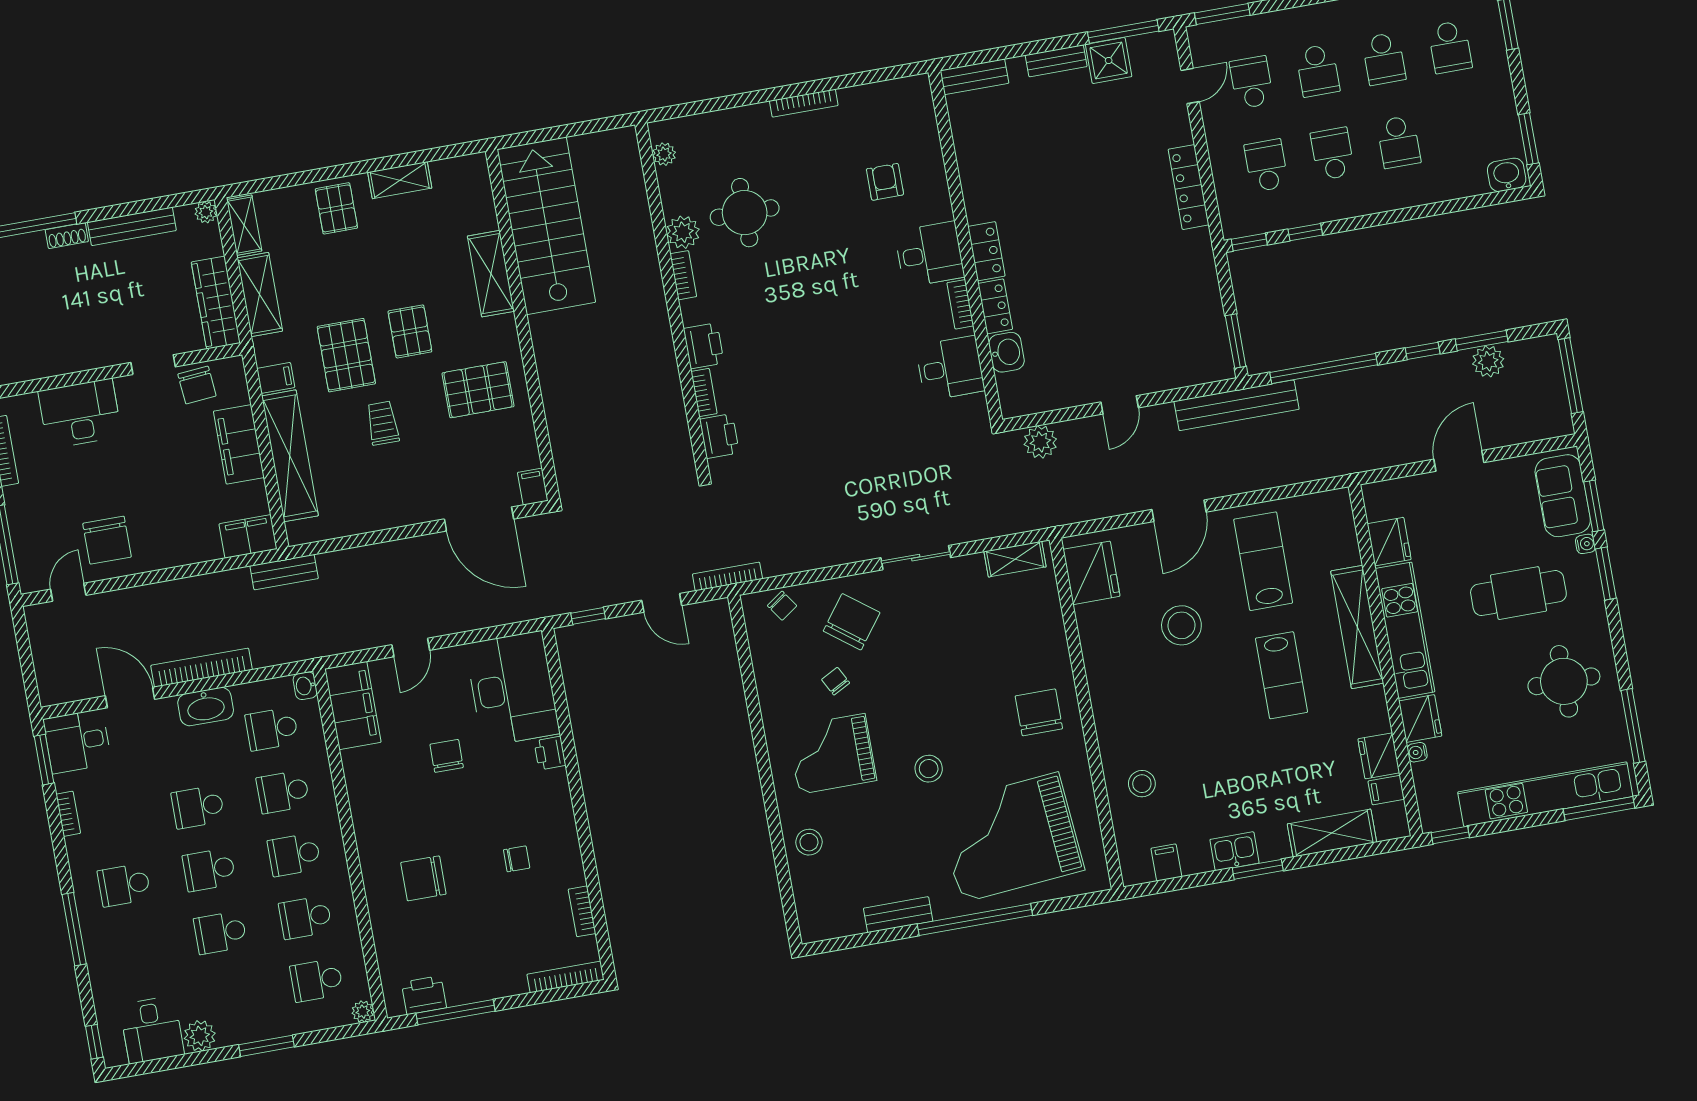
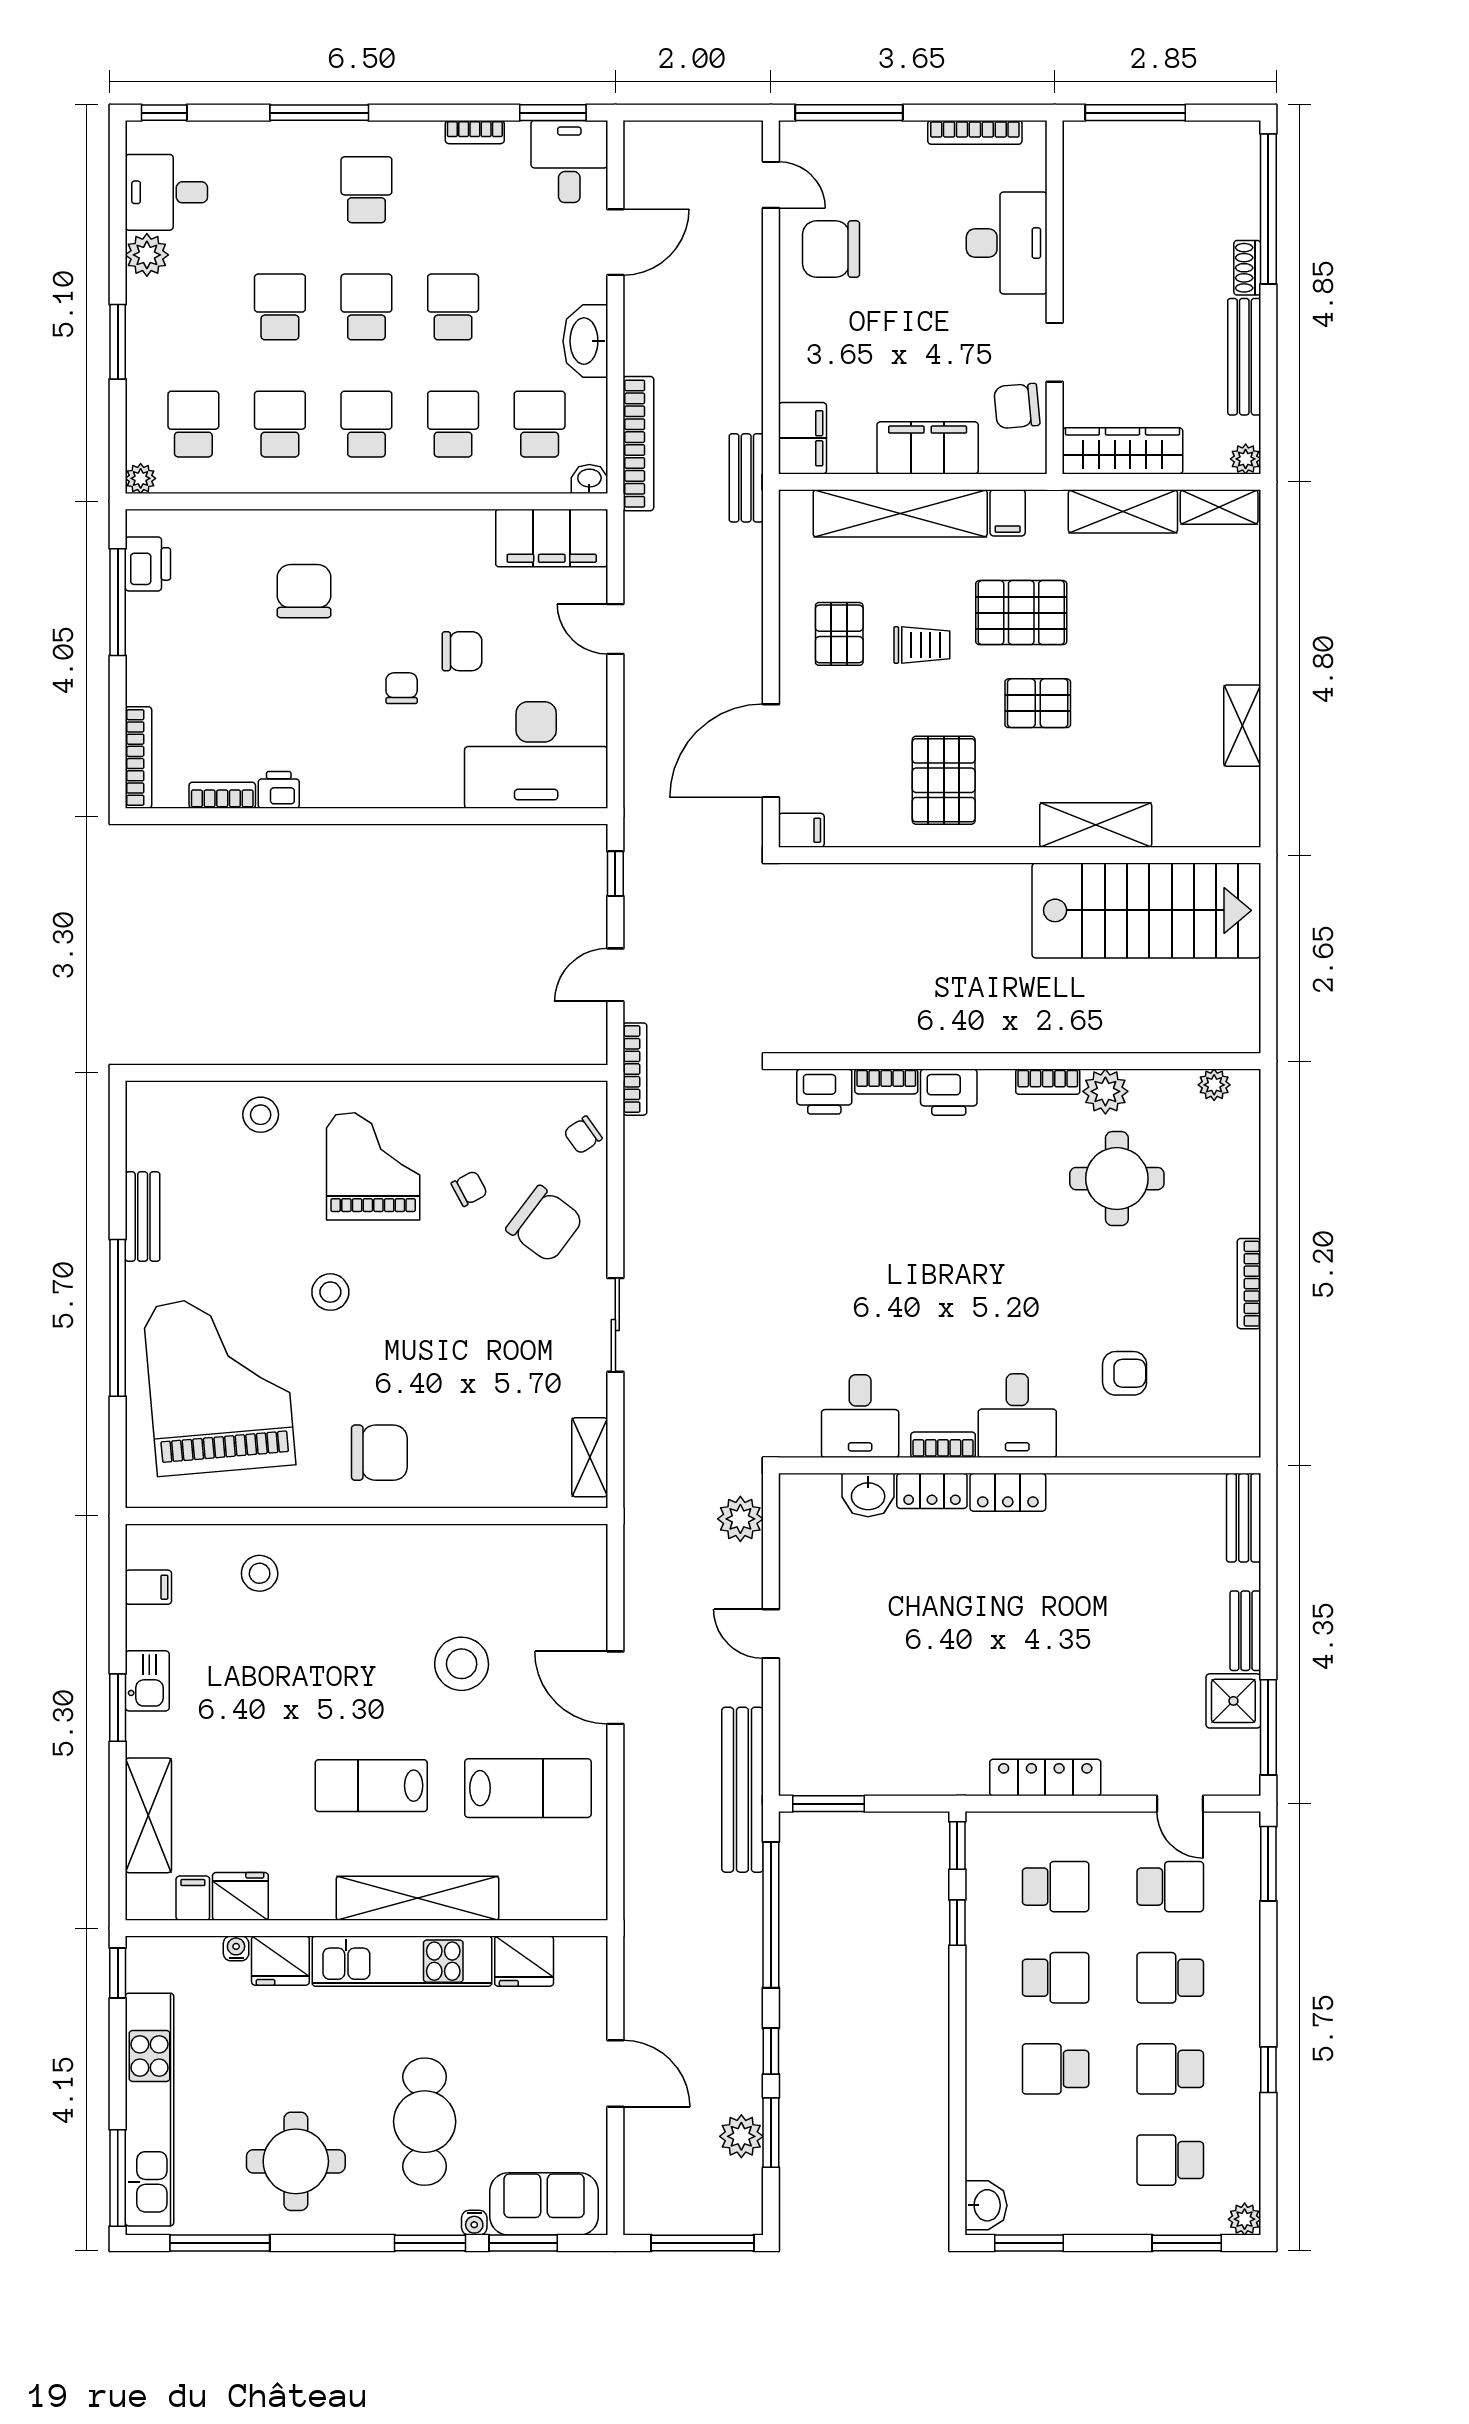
pallet: (336, 208) -> (839, 634), moved, turned 90
fridge: (1092, 573) -> (553, 1556), removed
bookcase: (202, 668) -> (638, 444), moved
printer: (550, 753) -> (279, 790), moved
chair: (517, 859) -> (402, 688), moved, turned 180

